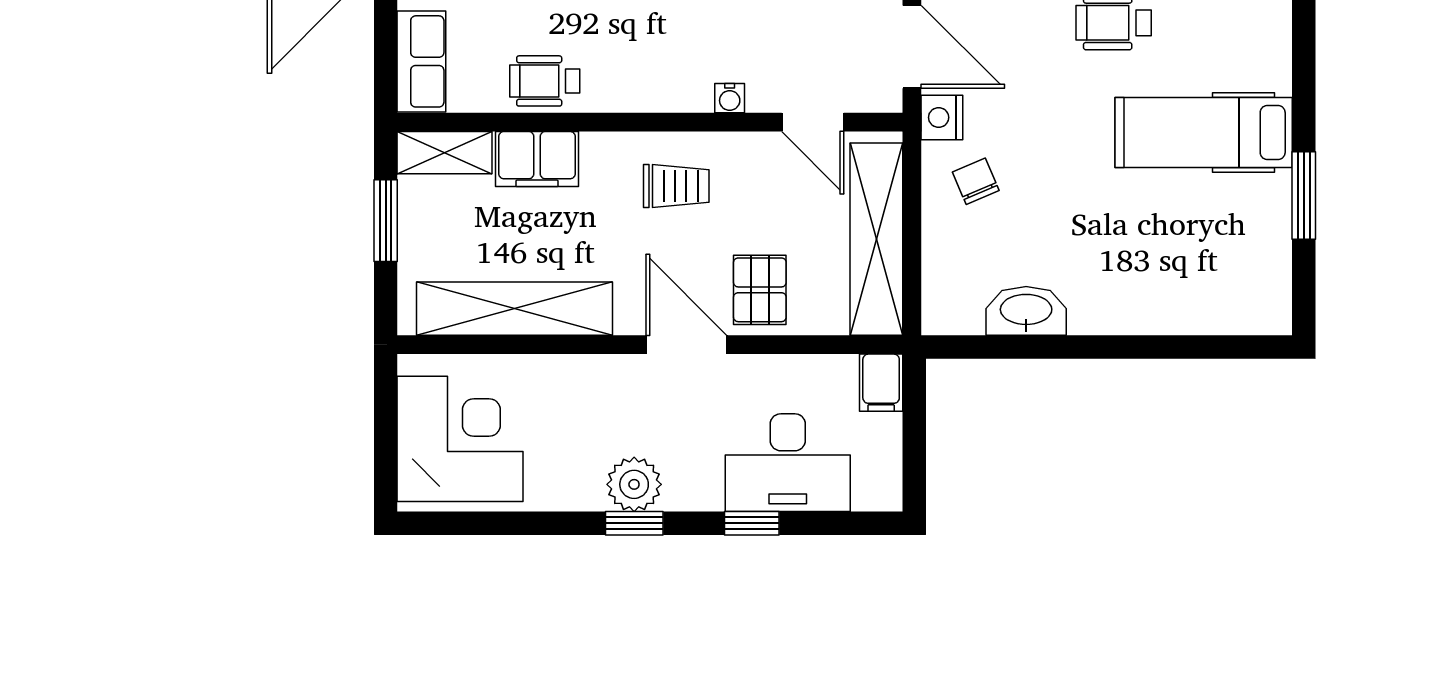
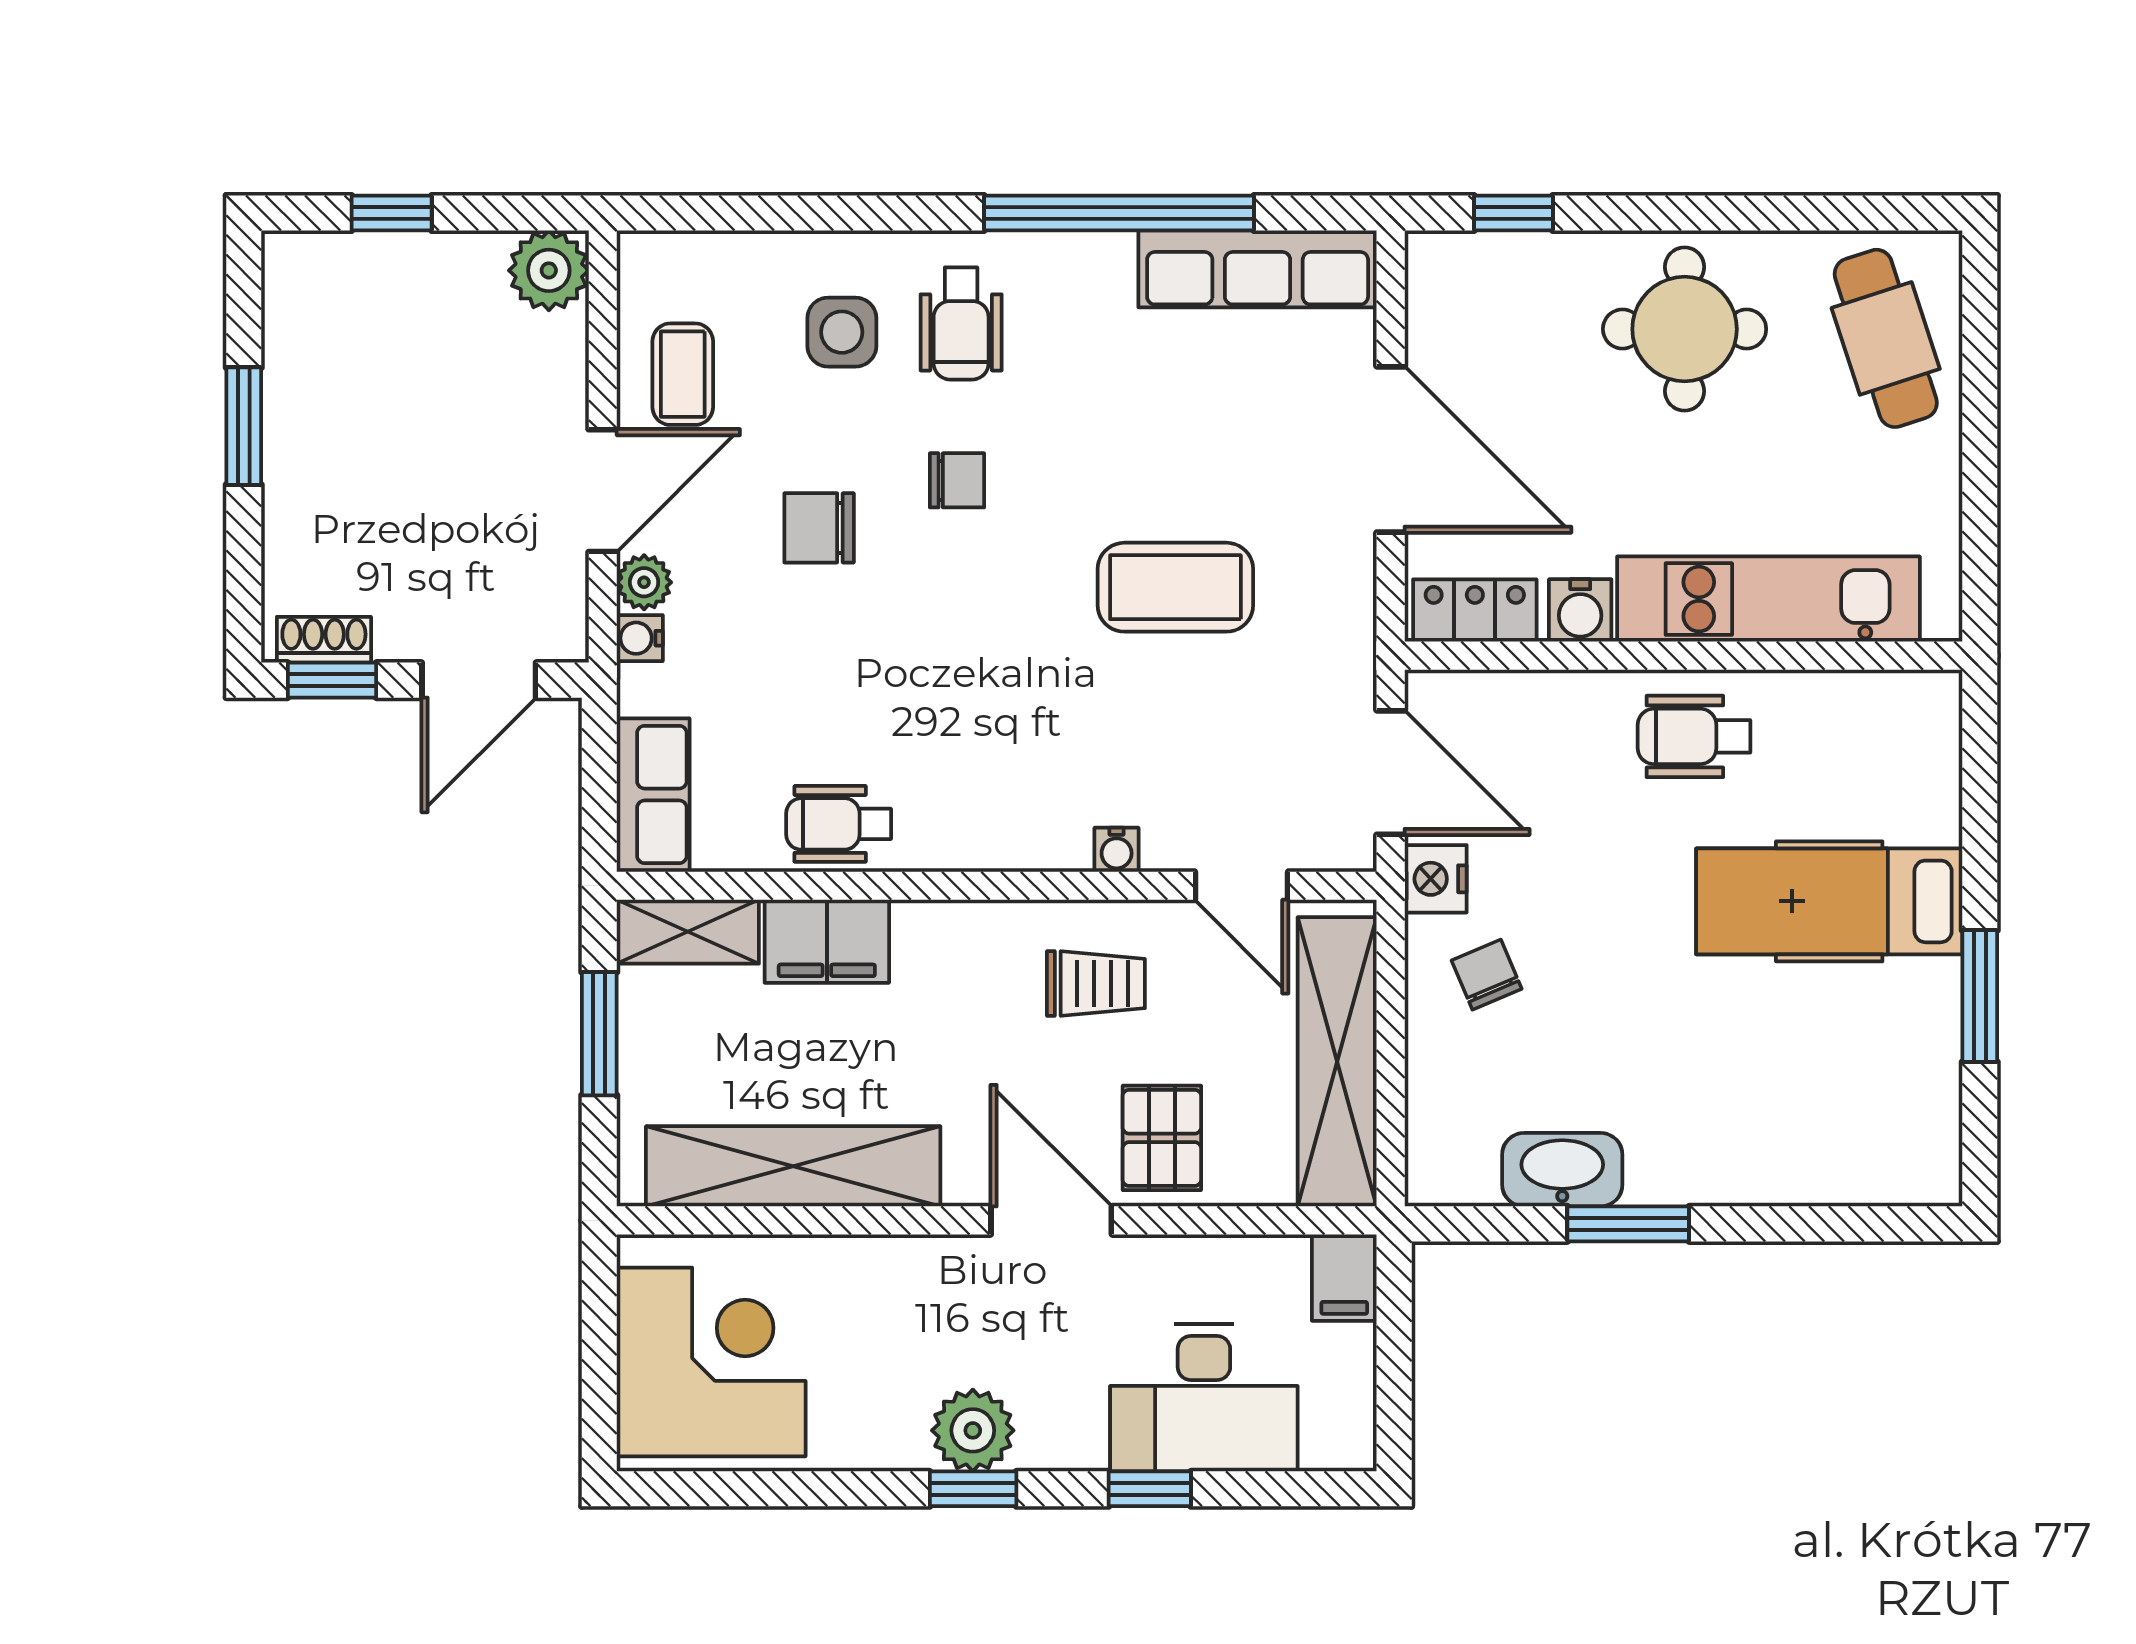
trolley: (676, 186) -> (1096, 984), moved
window: (1070, 347) -> (1628, 1224), added

